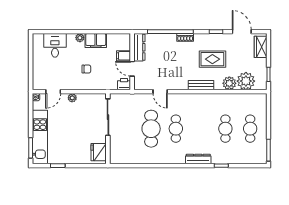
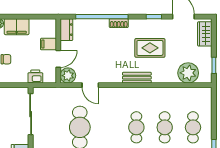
dresser: (139, 47) -> (66, 30), width x0.70
door: (132, 69) -> (58, 59), swing flipped
plant: (229, 83) -> (68, 76), moved
printer: (124, 84) -> (35, 77), moved
cafe table: (176, 129) -> (136, 127), moved

